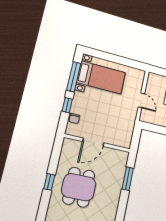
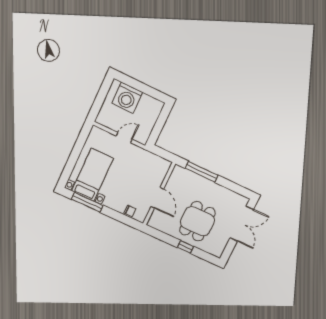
window: (67, 105) -> (115, 215), removed
window: (128, 179) -> (202, 172), width x1.44
dining table: (79, 187) -> (197, 221), turned 90

